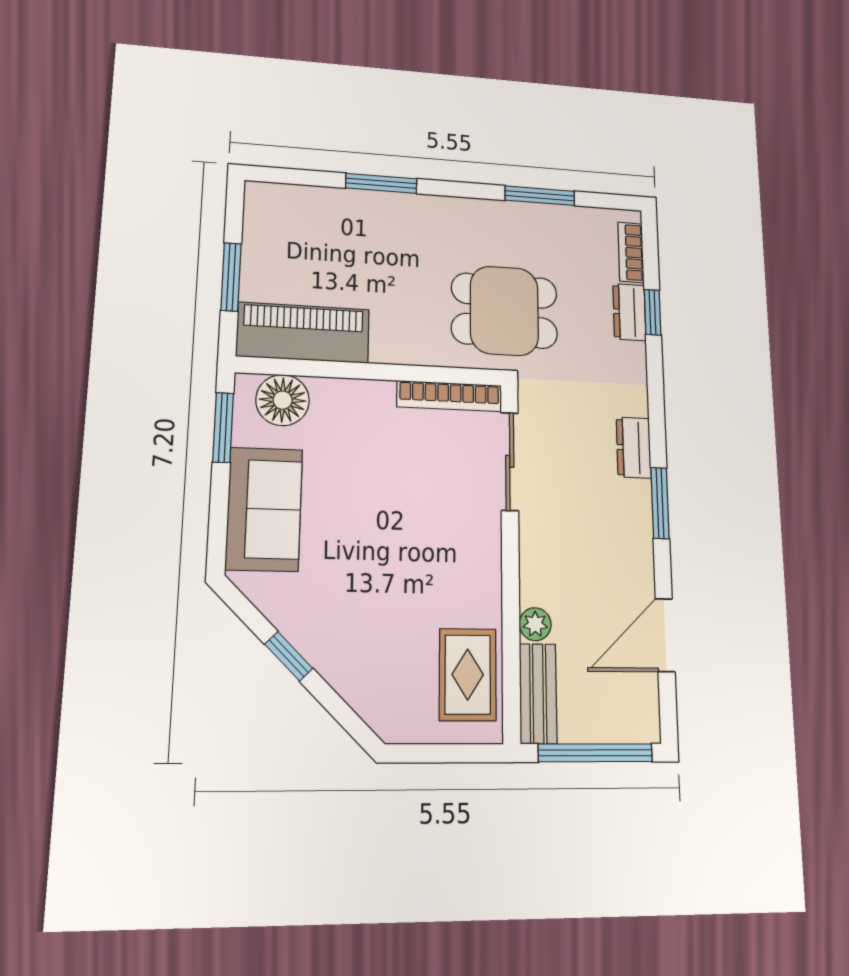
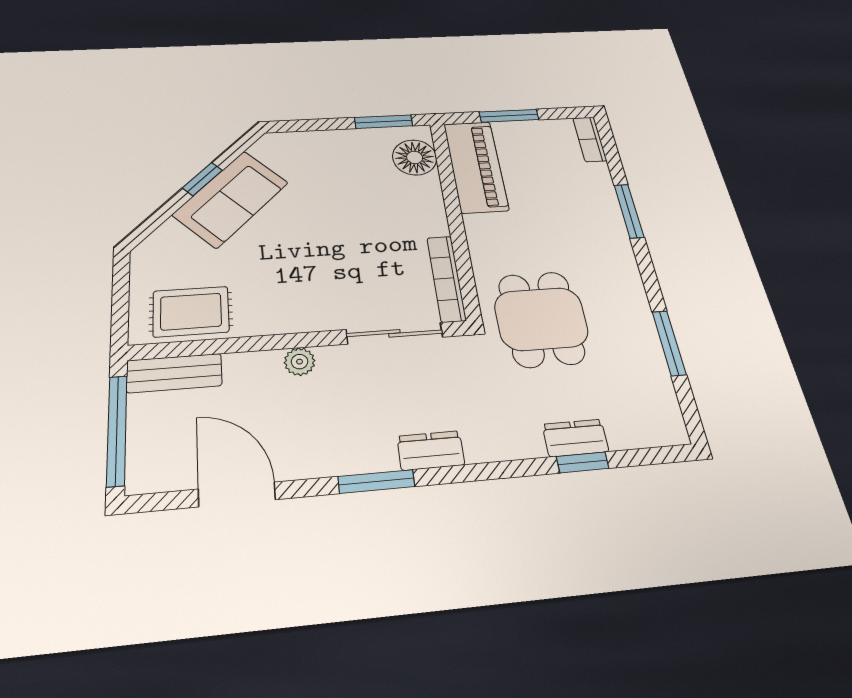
bookcase: (631, 252) -> (590, 139), moved, turned -90
sofa: (264, 509) -> (231, 199), moved, turned -45
plant: (535, 624) -> (300, 362), moved

